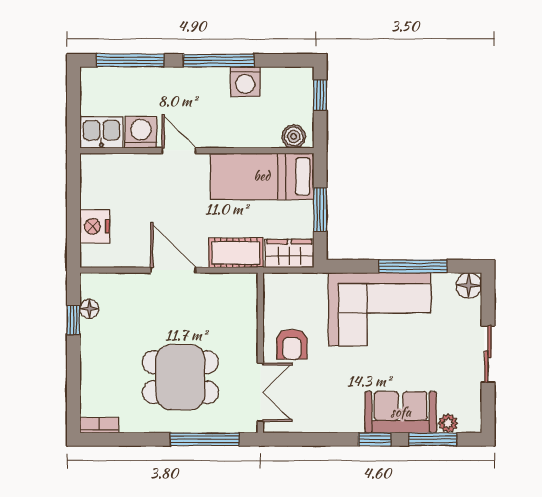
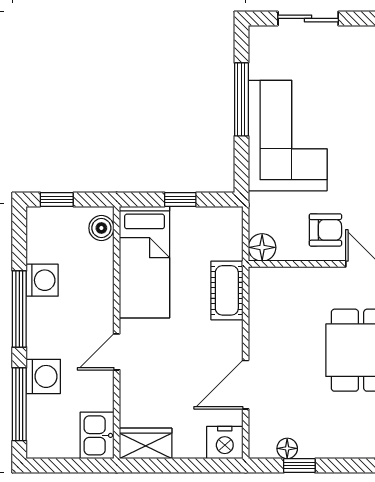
washing machine: (141, 132) -> (43, 376), moved, turned 180
window: (320, 210) -> (180, 200), width x0.67
nightstand: (95, 226) -> (225, 443), moved
wardrobe: (289, 254) -> (146, 443), moved, turned 90
door: (173, 270) -> (246, 385), moved
floor lamp: (469, 285) -> (262, 247), moved
sliding door: (488, 354) -> (308, 18), moved

